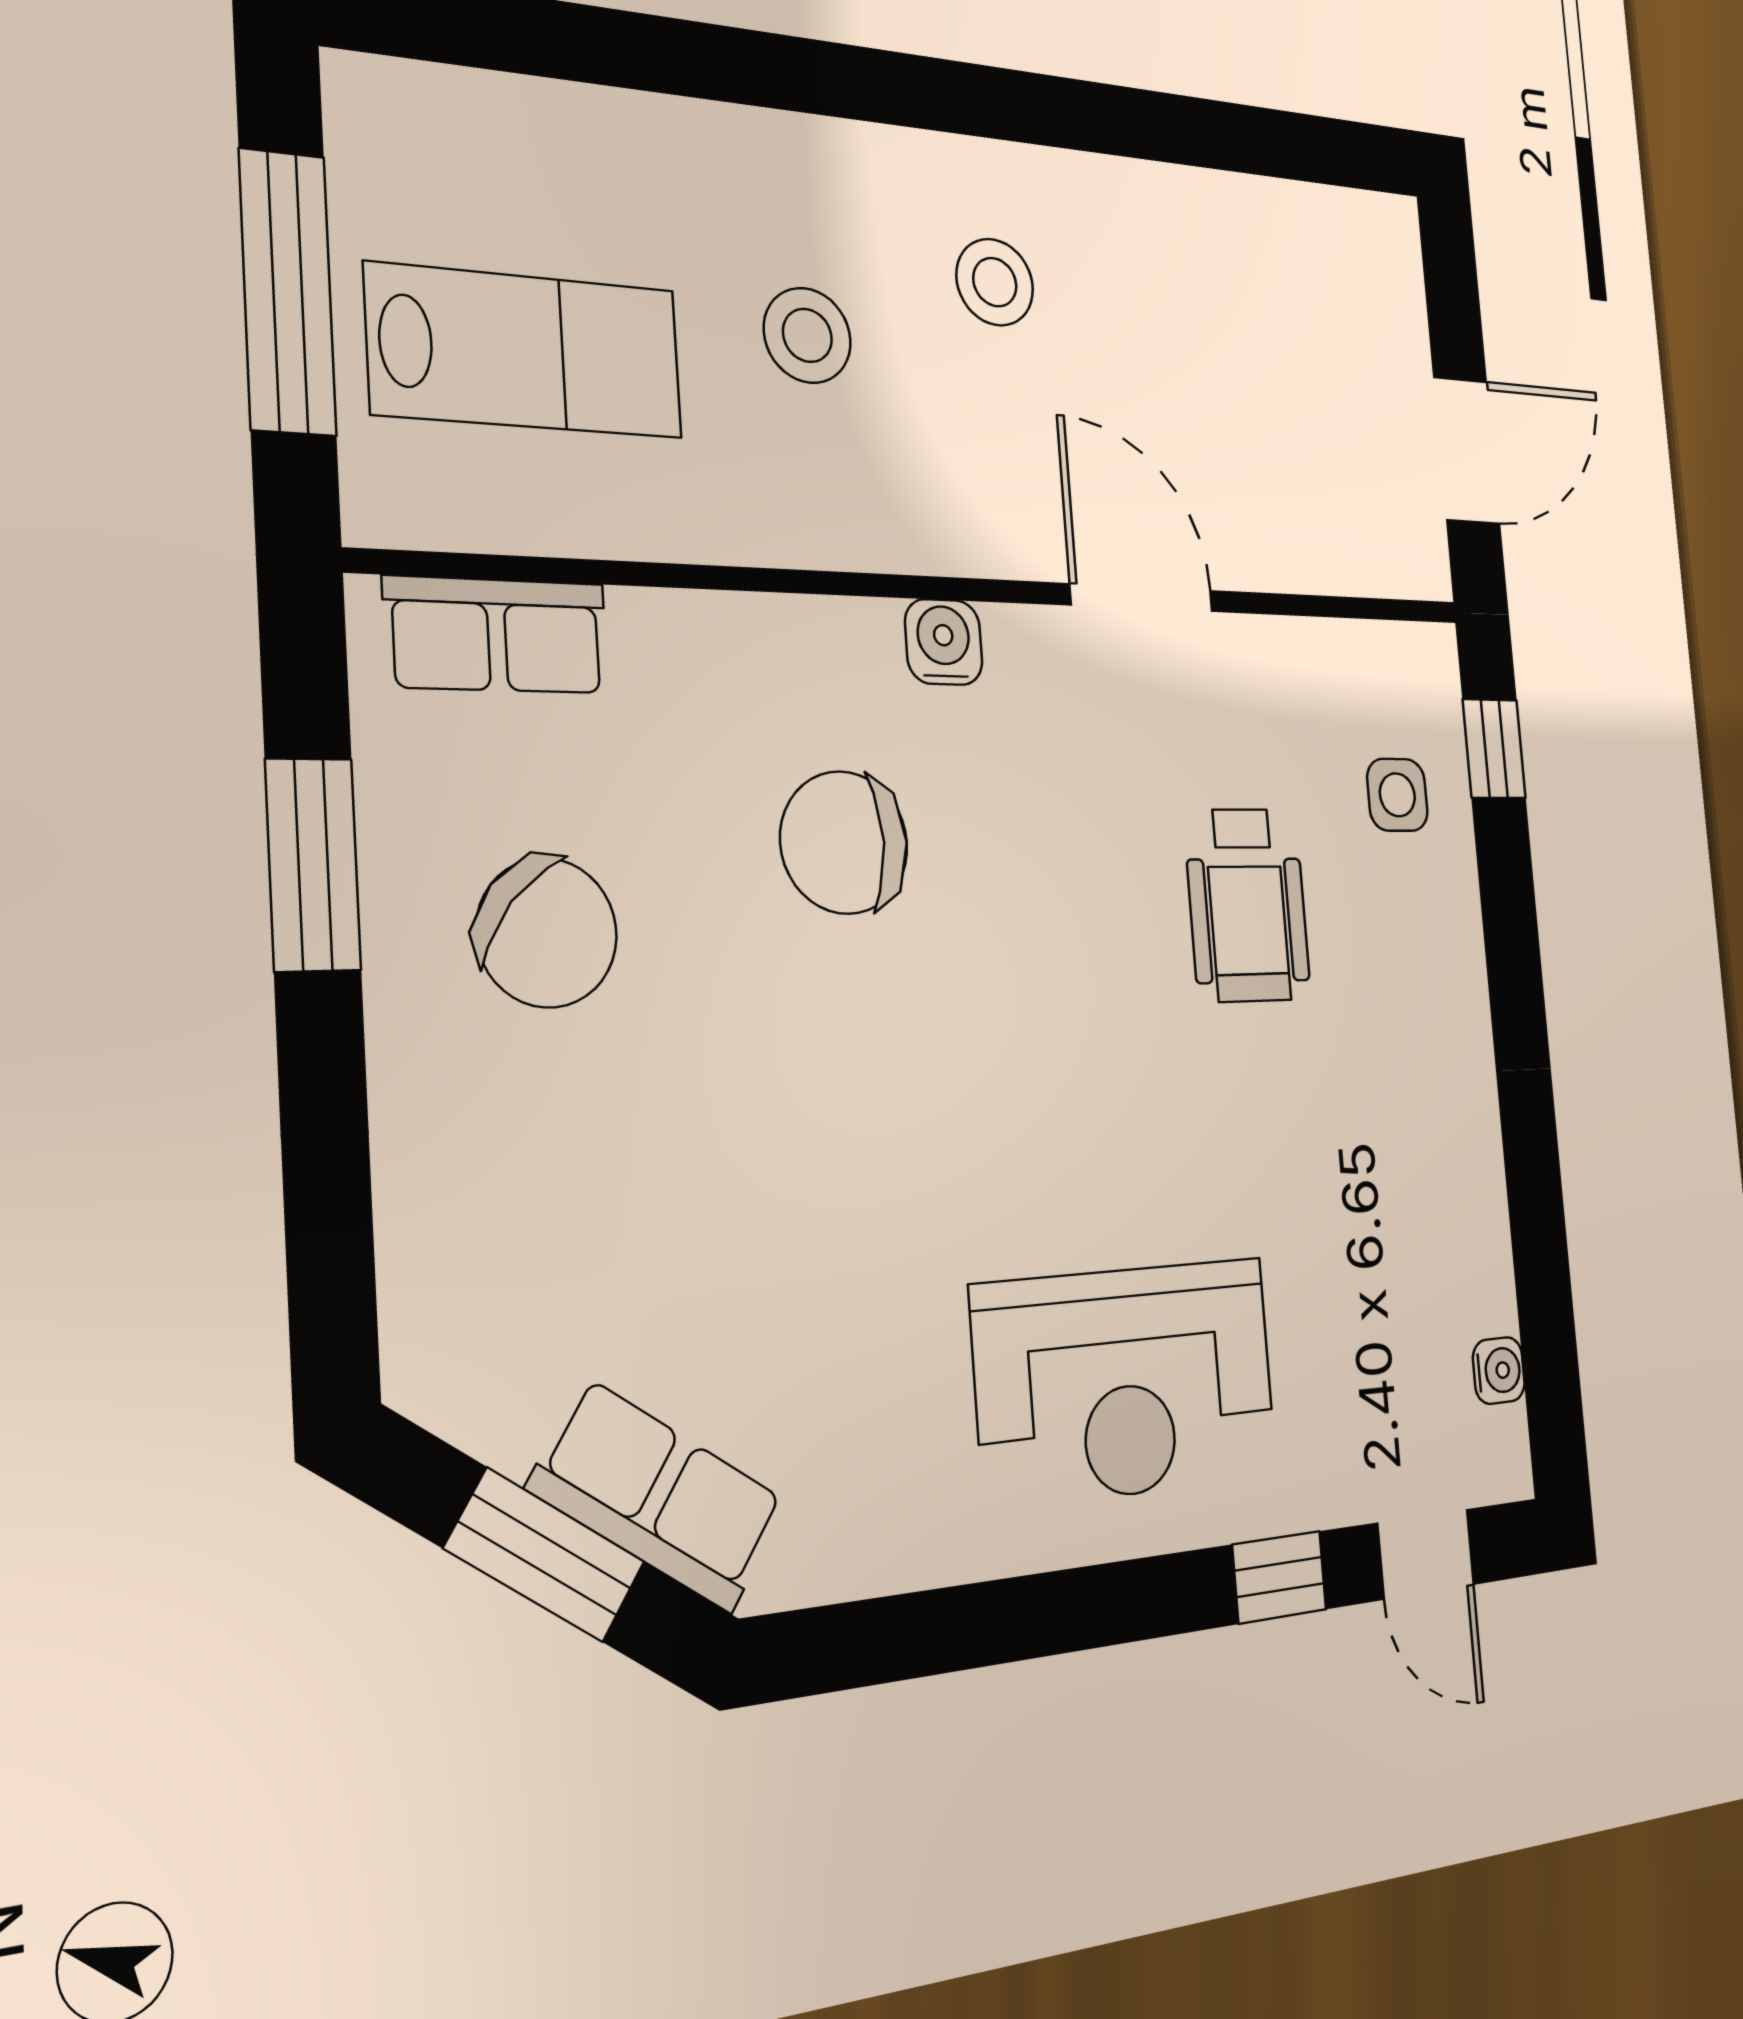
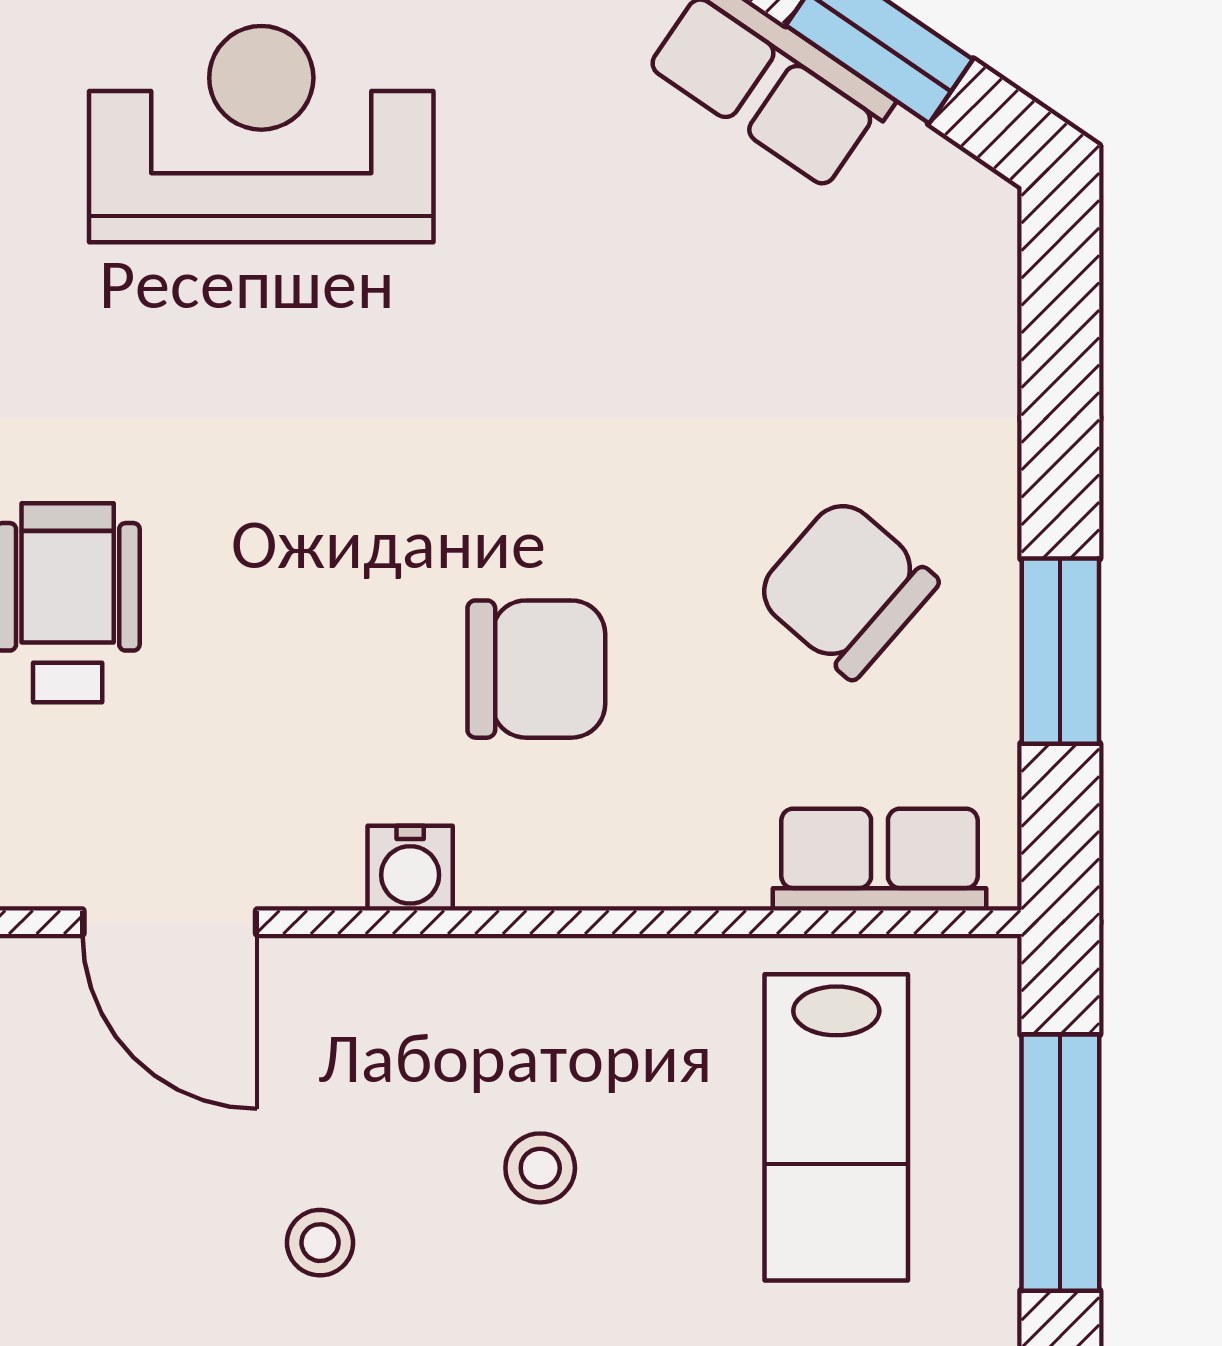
stool: (995, 282) -> (320, 1243), width x0.73, depth x0.73
stool: (807, 335) -> (540, 1168), width x0.73, depth x0.73
lab bench: (526, 351) -> (836, 1127), turned -90

